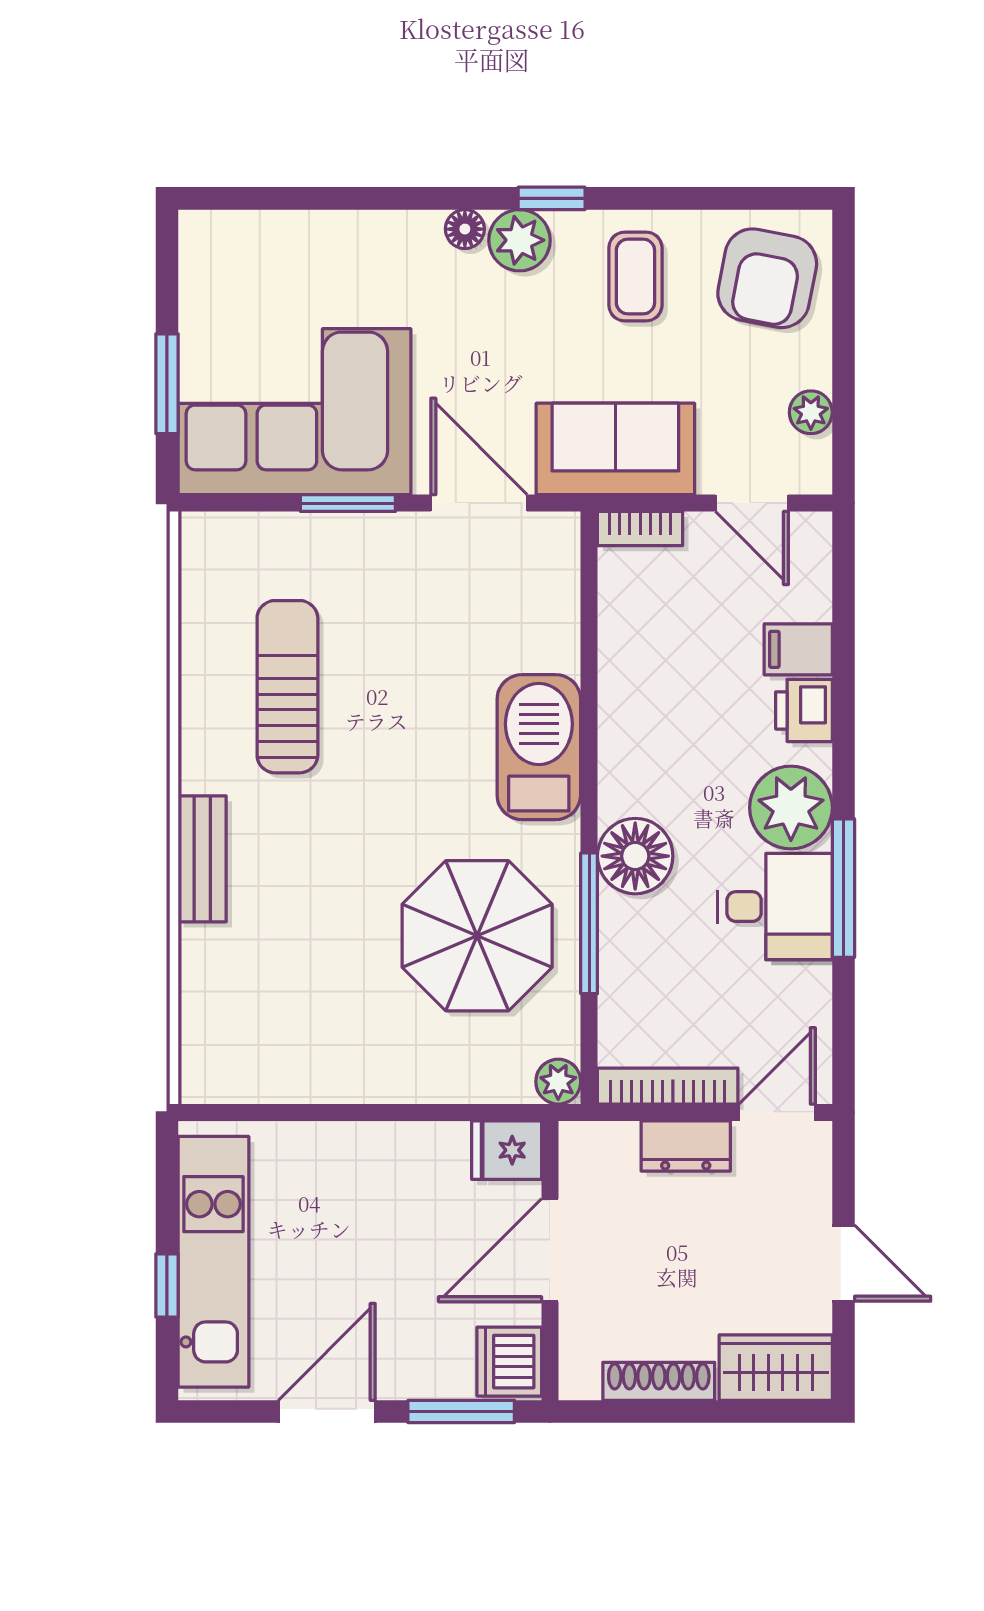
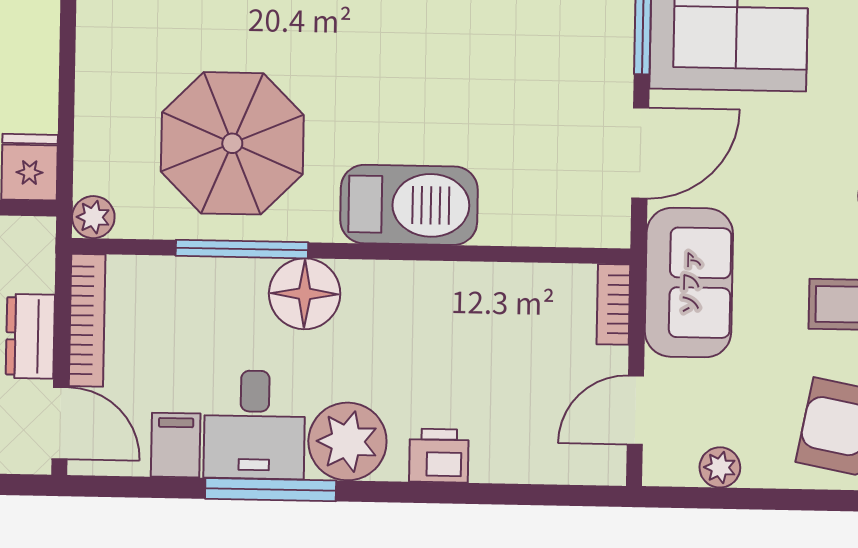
filing cabinet: (798, 649) -> (176, 445), moved

